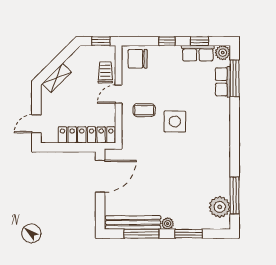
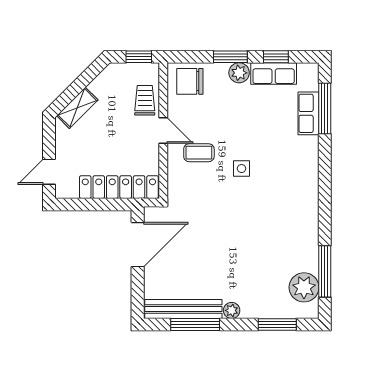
window: (167, 41) -> (230, 57), width x1.50
plant: (223, 53) -> (239, 73), moved
door: (119, 94) -> (163, 130), swing flipped
side table: (175, 122) -> (242, 169), width x0.54, depth x0.54
window: (189, 234) -> (277, 325), moved

